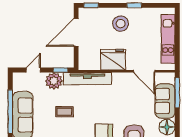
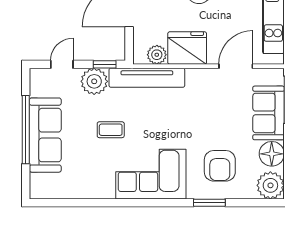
plant: (94, 64) -> (157, 55), added
door: (144, 71) -> (236, 66), swing flipped

